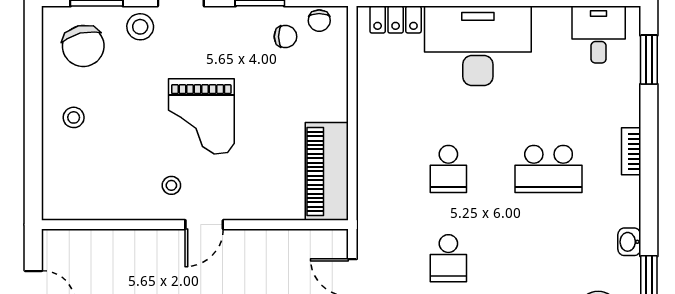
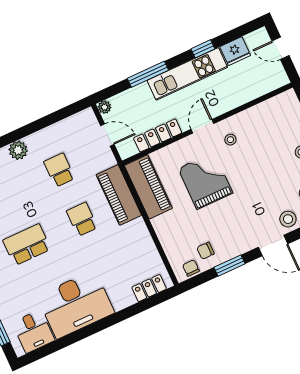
desk: (478, 46) -> (76, 304), moved
grand piano: (201, 116) -> (205, 181), moved
piano: (377, 180) -> (119, 195), added
locker: (277, 242) -> (158, 135), added

